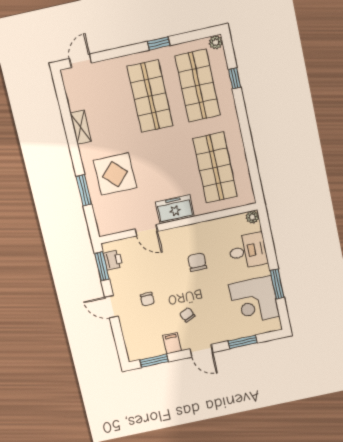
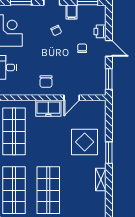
window: (84, 190) -> (109, 153), moved
door: (146, 230) -> (72, 98), swing flipped
printer: (113, 260) -> (100, 31), moved
chair: (197, 262) -> (46, 81), moved

